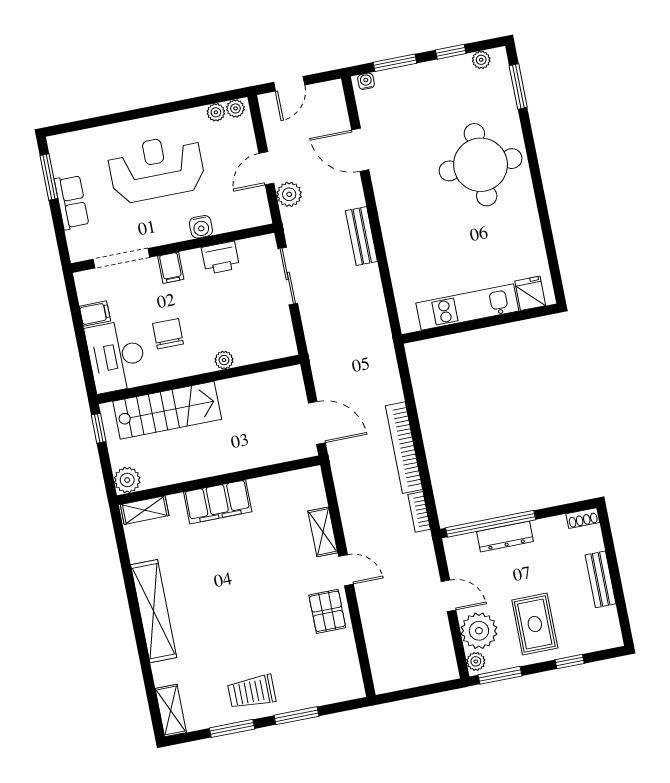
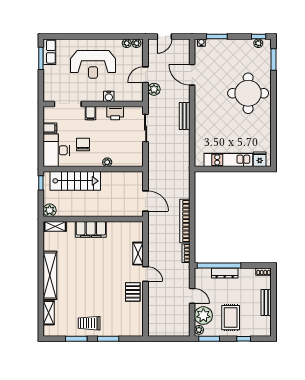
window: (451, 52) -> (259, 36), moved
reception desk: (156, 168) -> (93, 64), turned 180
row of seats: (72, 202) -> (49, 52), moved
shelving: (171, 710) -> (49, 313), moved

